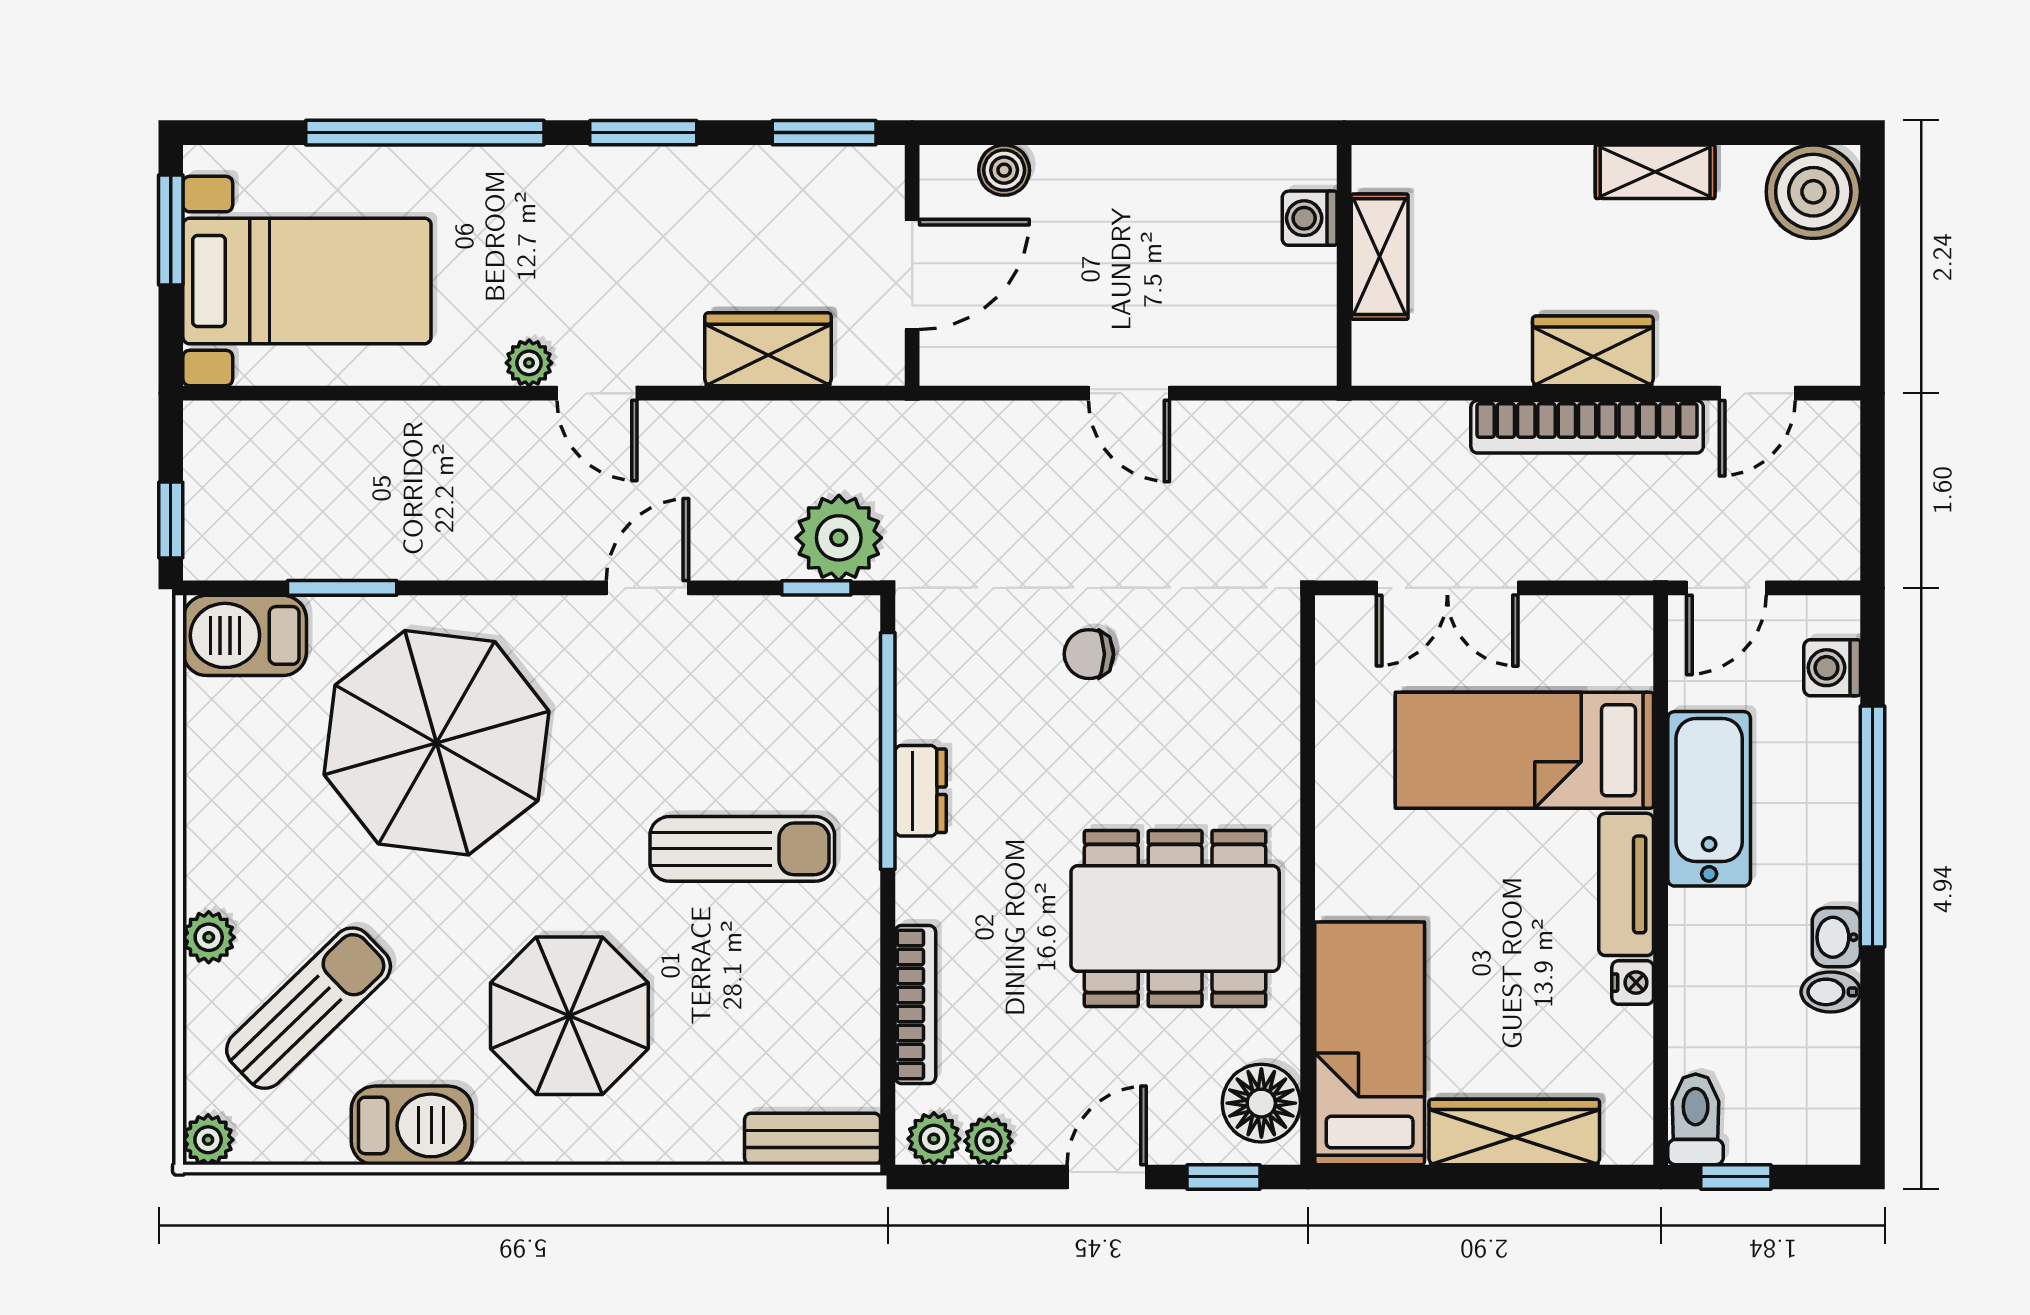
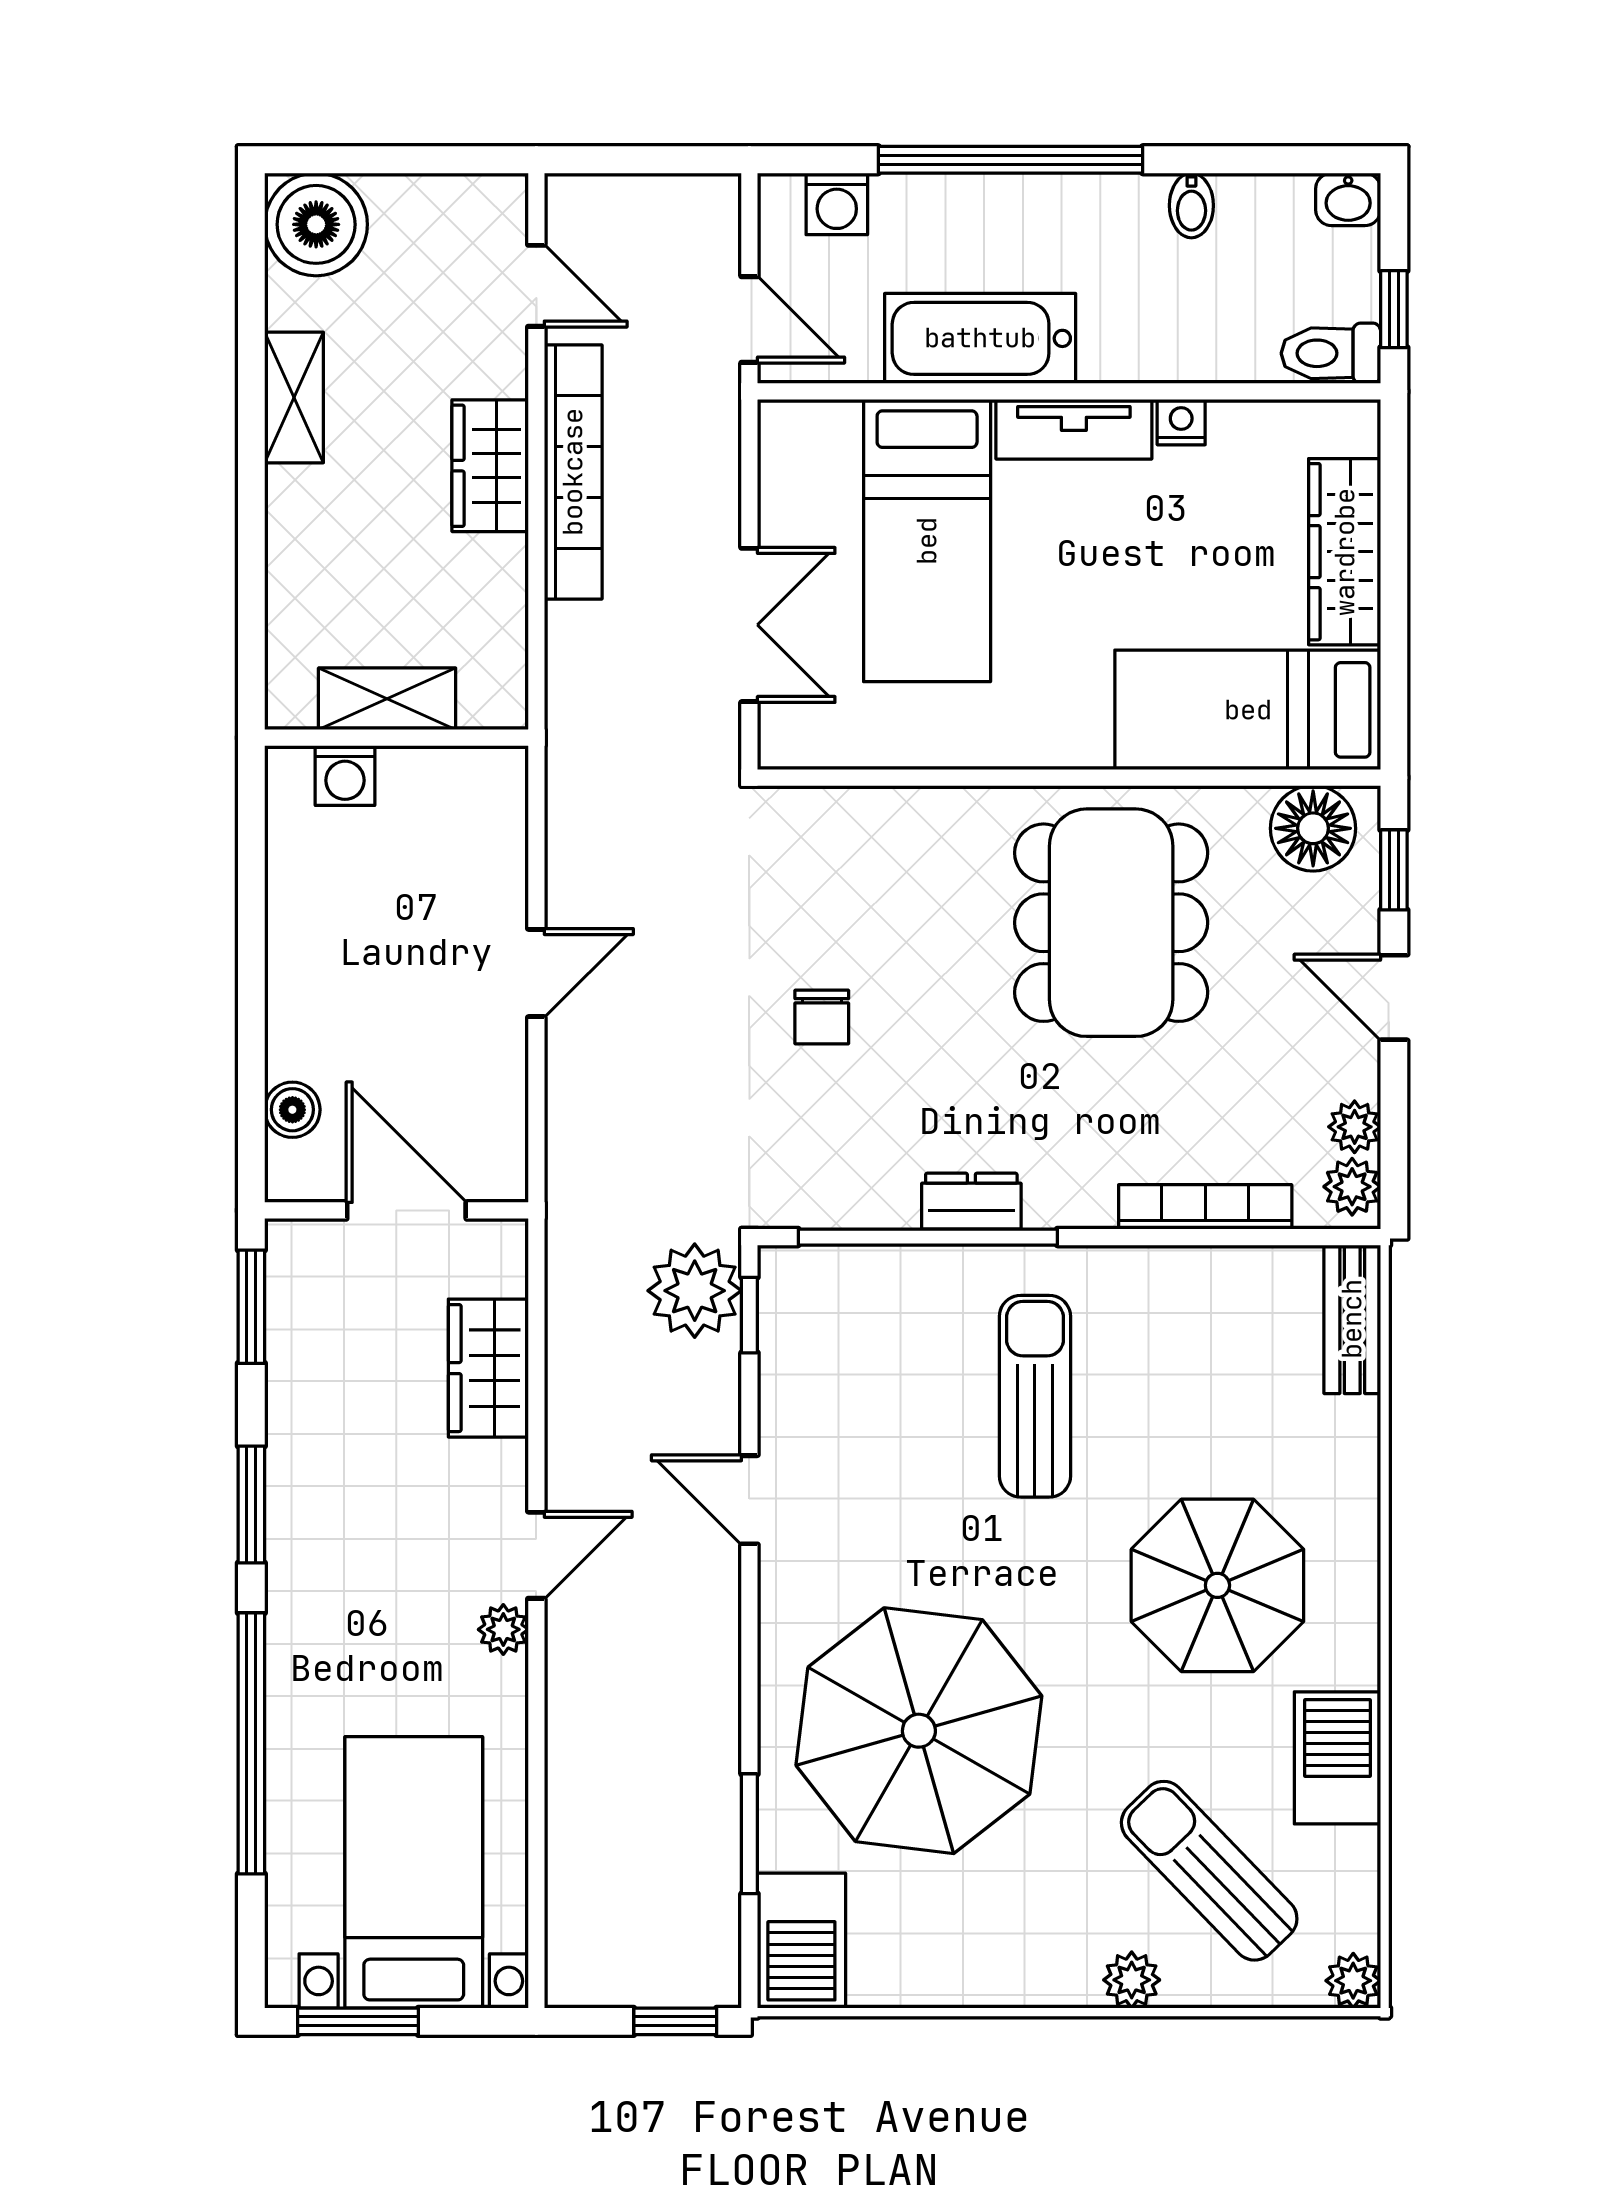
washbasin: (1836, 937) -> (1348, 199), moved

